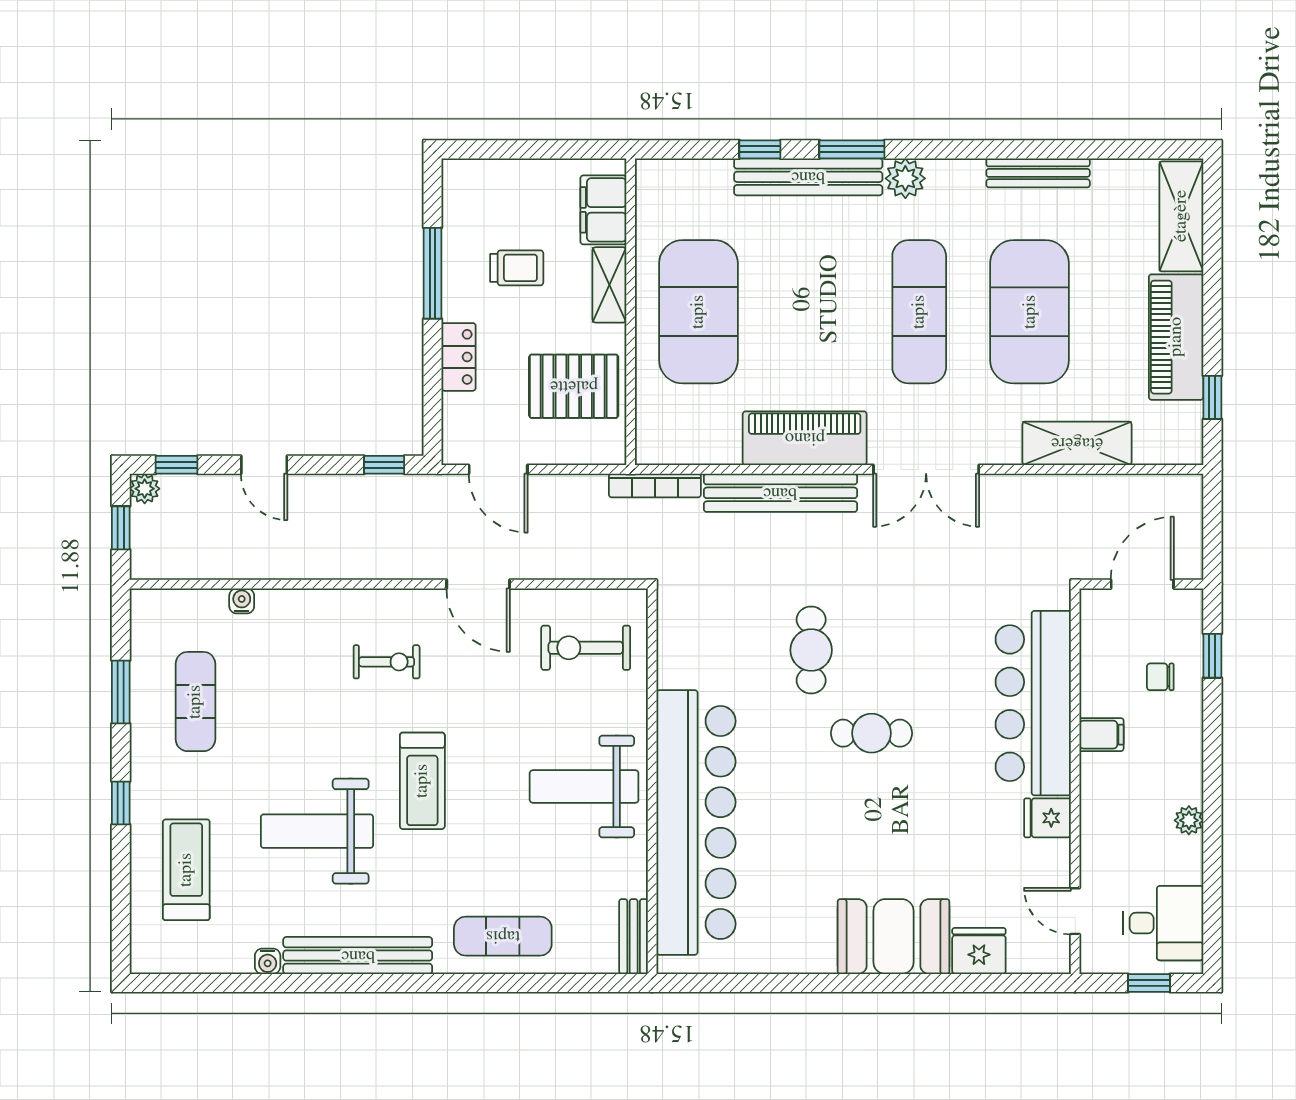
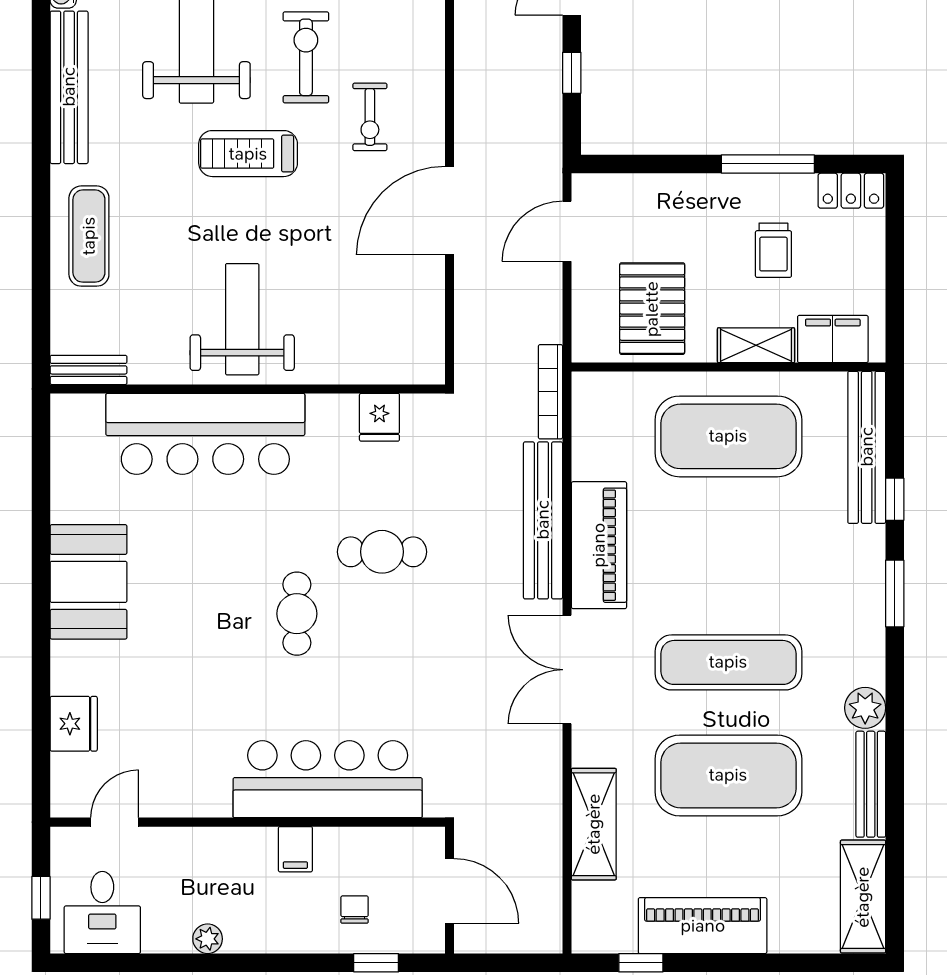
bench: (808, 177) -> (867, 447), moved
plant: (905, 178) -> (865, 708), moved
shelving: (1181, 216) -> (863, 897), moved, turned 90
locker: (459, 357) -> (851, 191), moved
window: (384, 465) -> (572, 73), moved
door: (478, 584) -> (449, 211), width x1.36
exercise bike: (586, 648) -> (306, 57), moved
fridge: (1047, 818) -> (379, 417), moved, turned 180
bar counter: (696, 822) -> (205, 434), width x0.73
booth: (894, 937) -> (88, 582), moved

